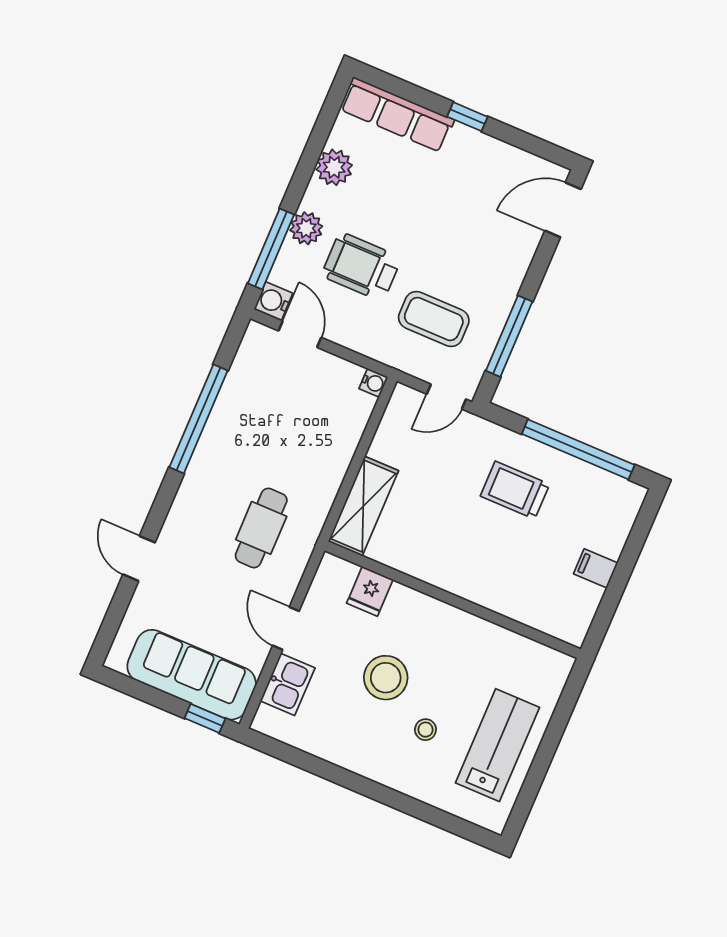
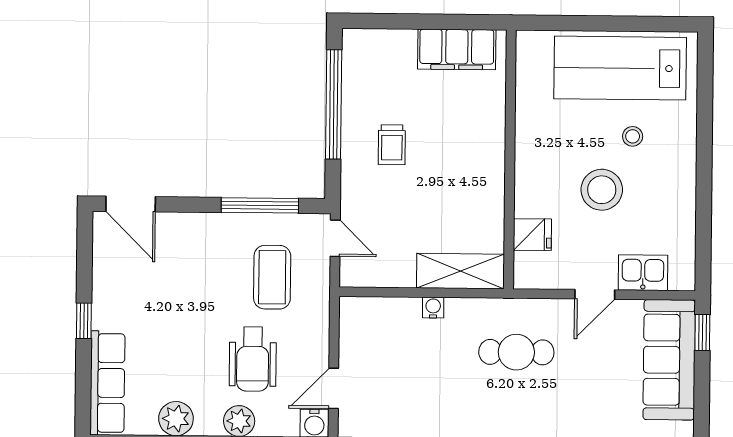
water cooler: (373, 383) -> (433, 308), moved
trolley: (515, 490) -> (392, 145), width x0.73, depth x0.72
filing cabinet: (596, 568) -> (457, 49), width x3.00, depth x1.17
lab bench: (497, 745) -> (620, 68), width x1.36, depth x1.39

